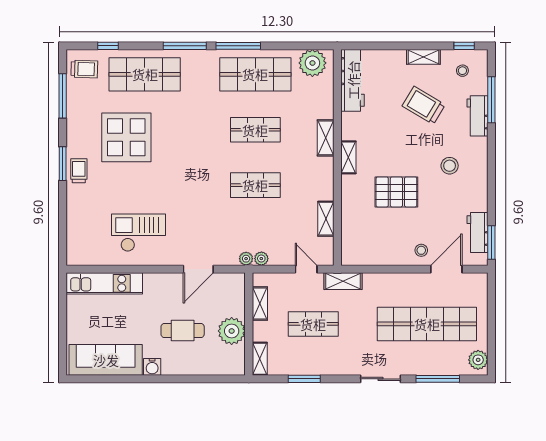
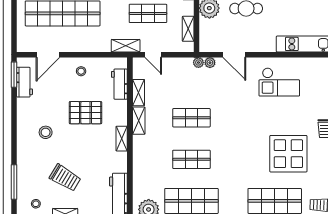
workbench: (477, 116) -> (119, 84), moved, turned 180
shelving: (326, 138) -> (139, 121), moved
stool: (421, 250) -> (81, 71), moved
plant: (261, 259) -> (210, 63), moved
door: (198, 269) -> (234, 55), swing flipped

